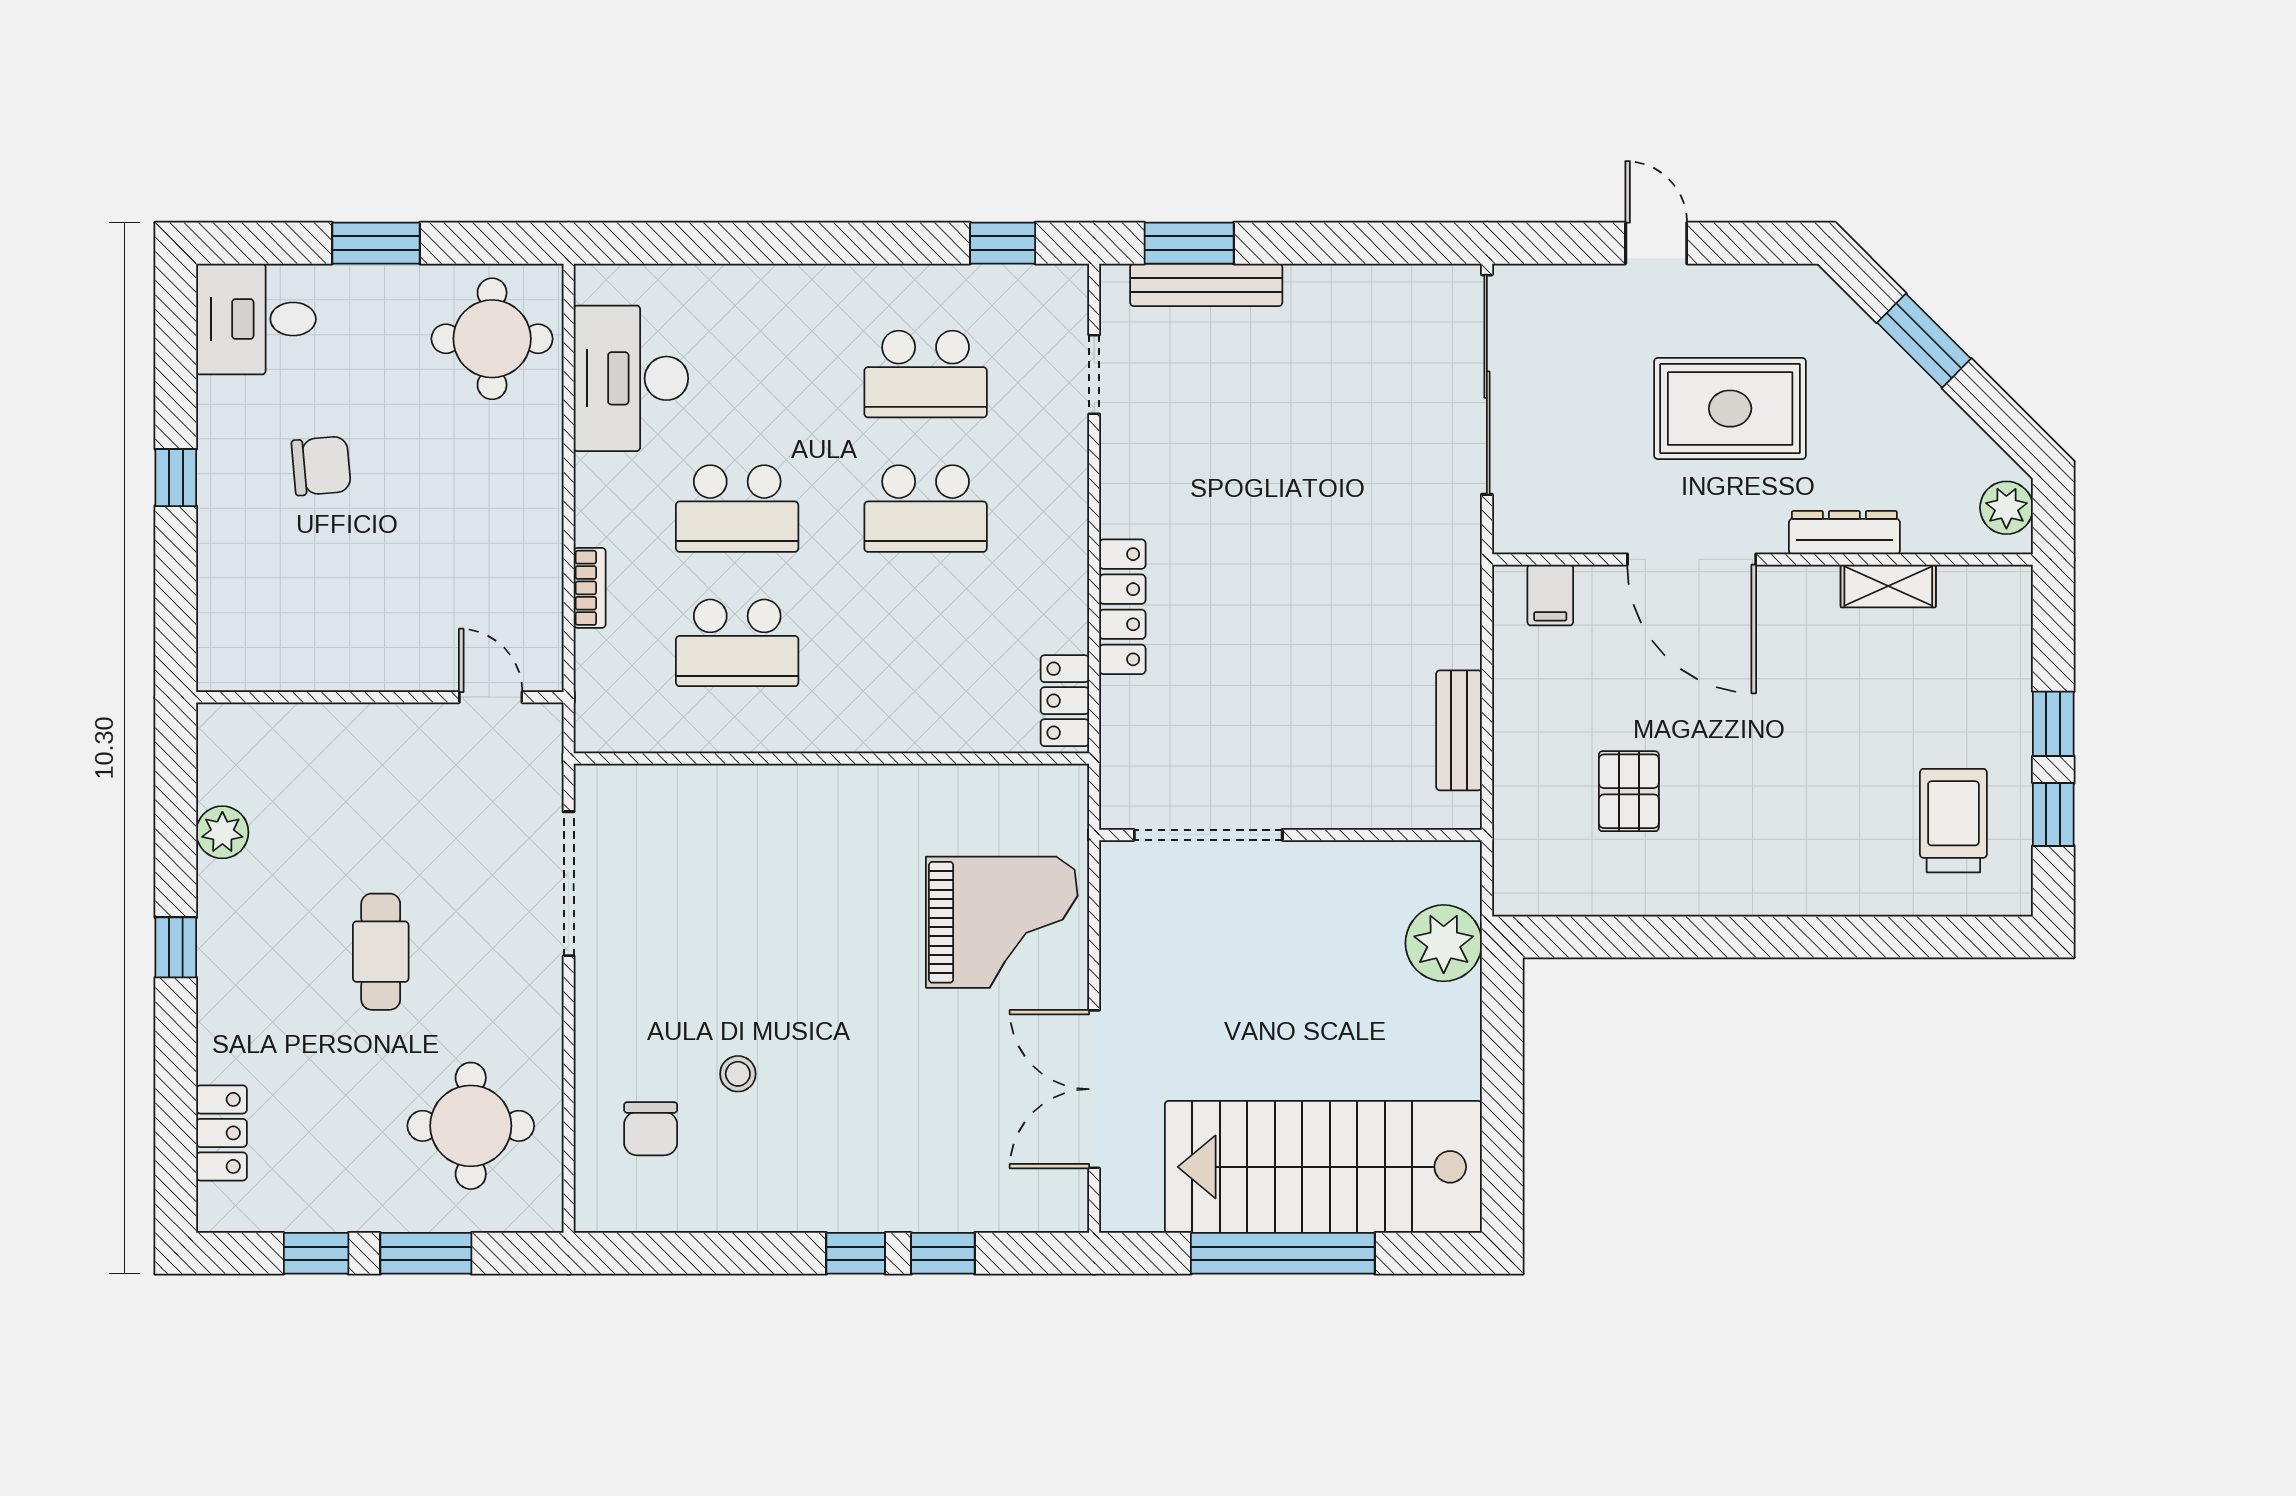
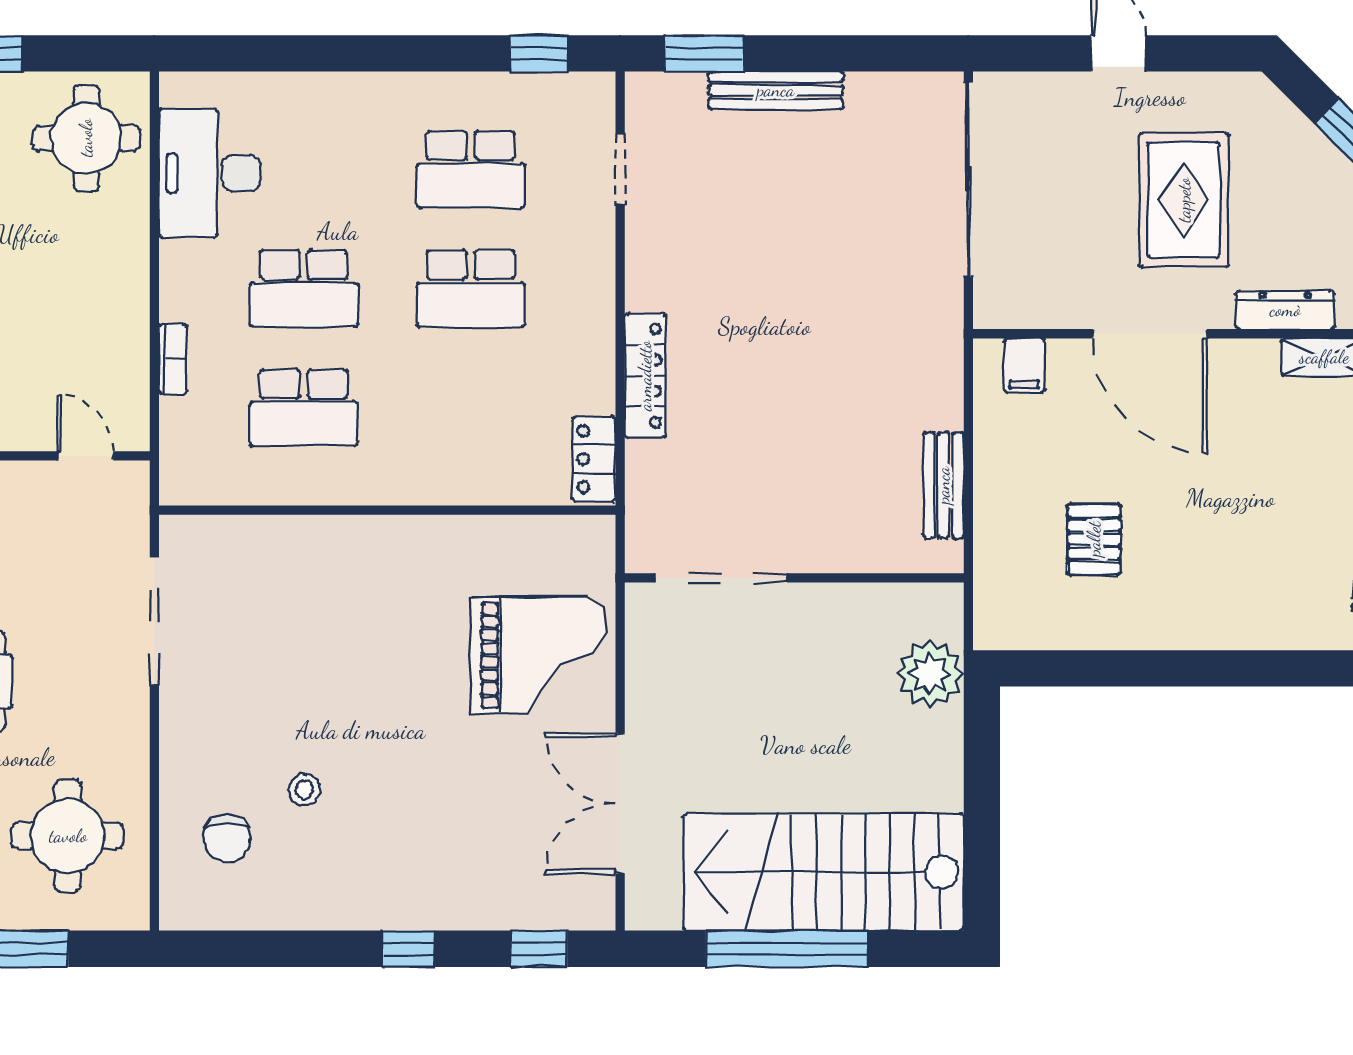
bench: (1206, 285) -> (776, 90), moved
rug: (1730, 409) -> (1184, 200), turned 90
window: (943, 1253) -> (539, 949), moved

